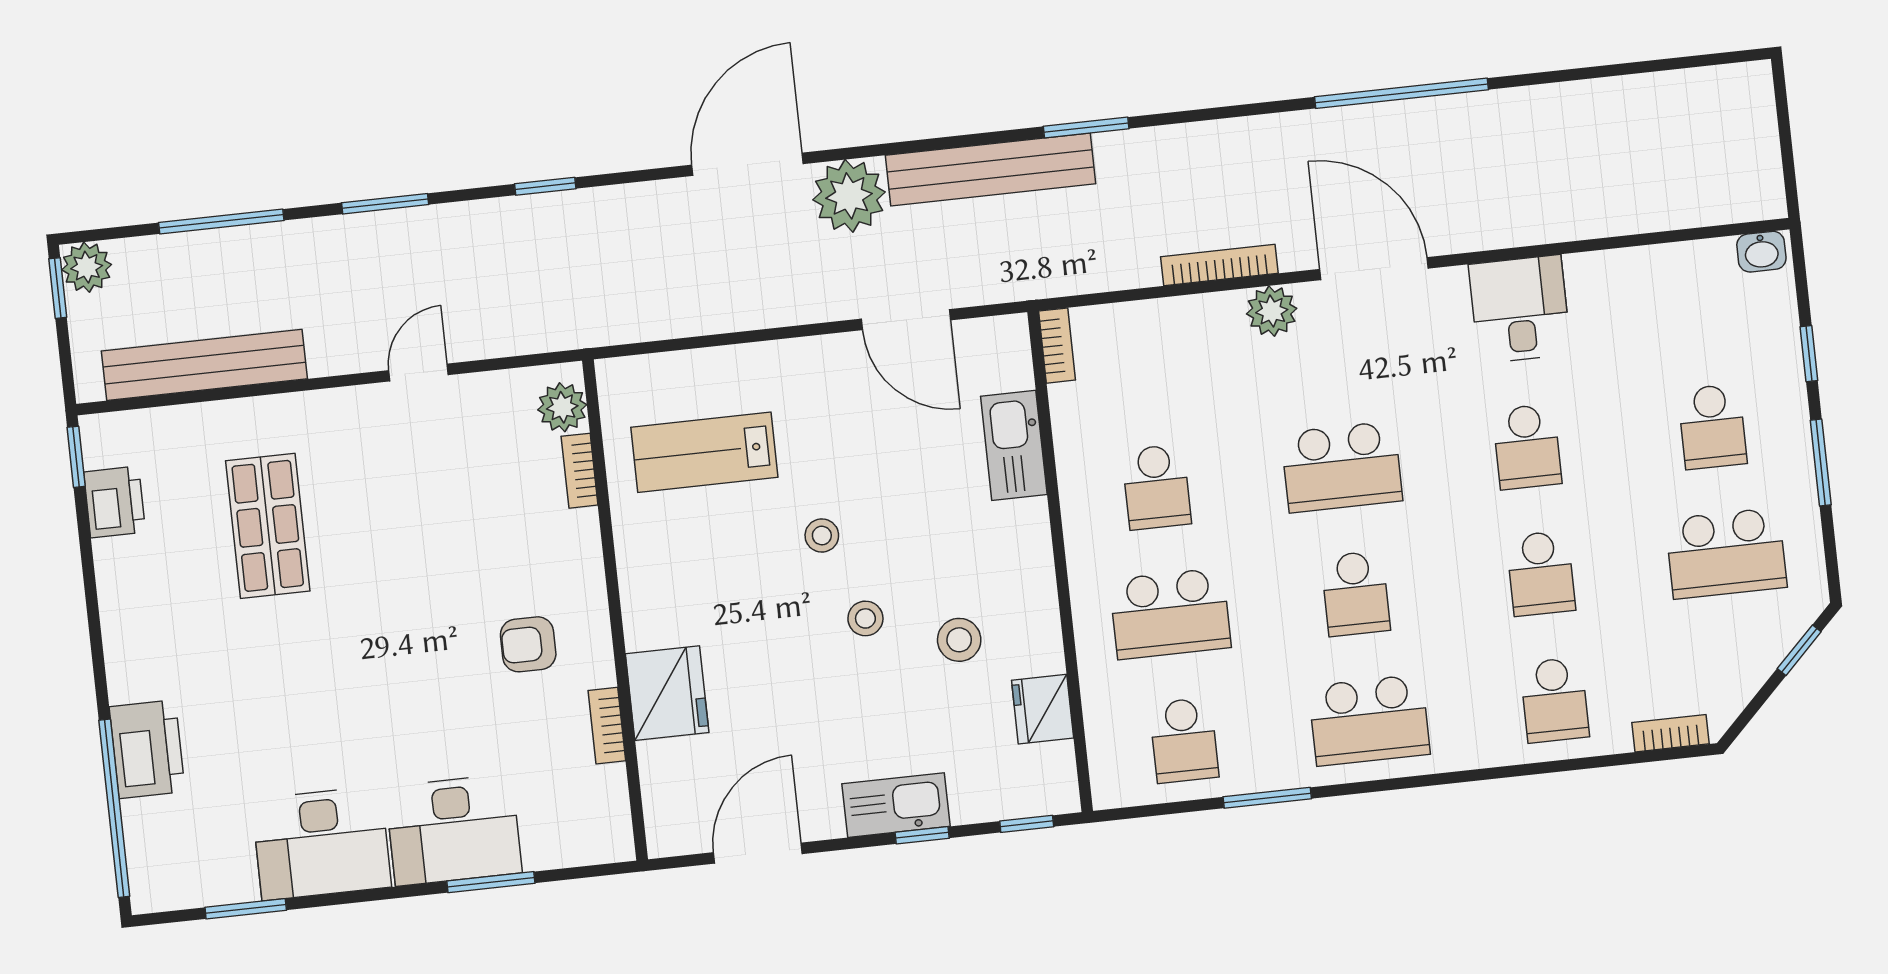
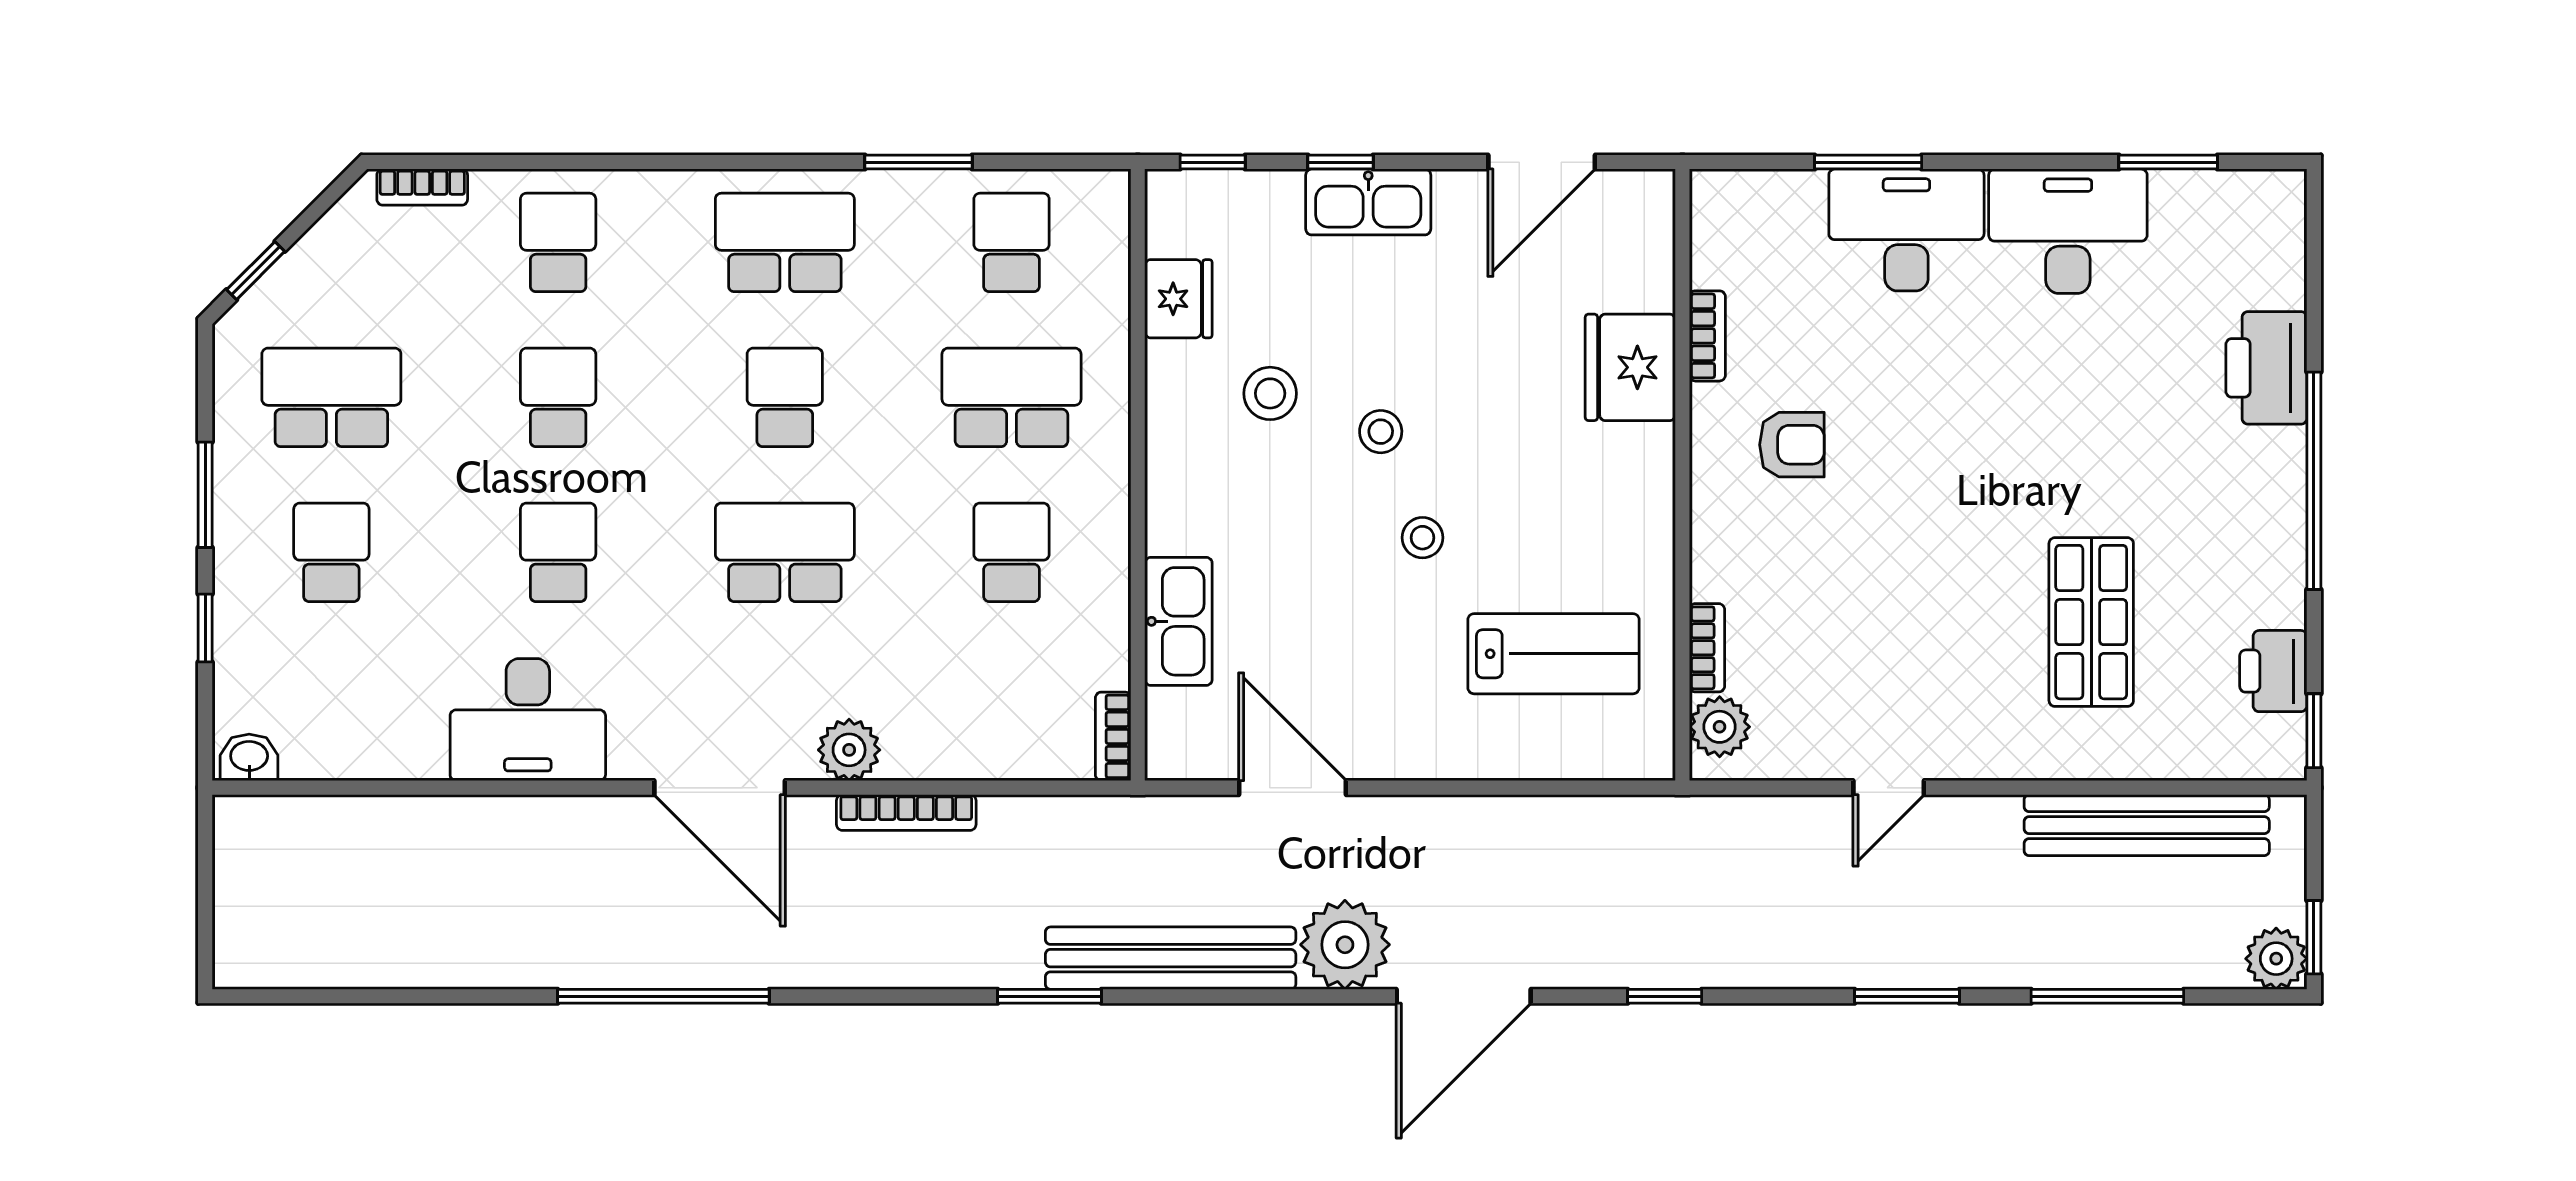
window: (545, 186) -> (1665, 996), moved
desk: (1520, 309) -> (528, 720), width x1.37
window: (114, 808) -> (2314, 481), moved

